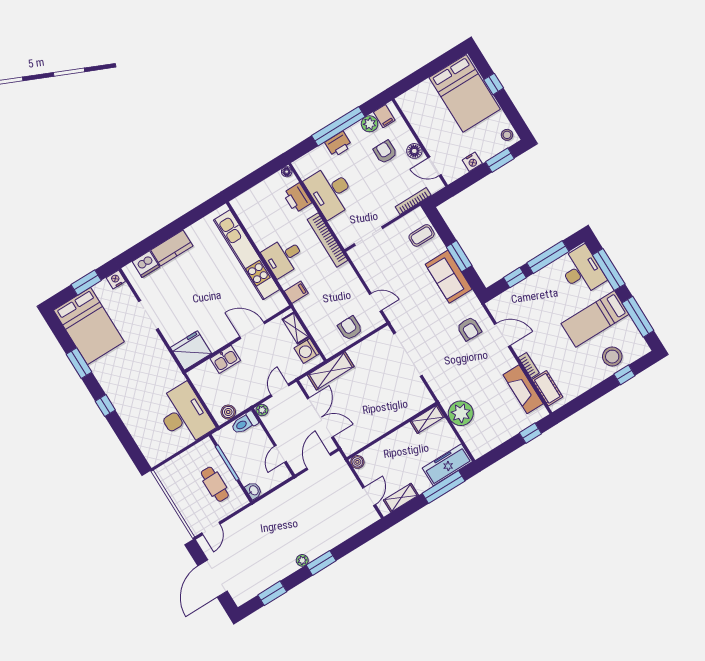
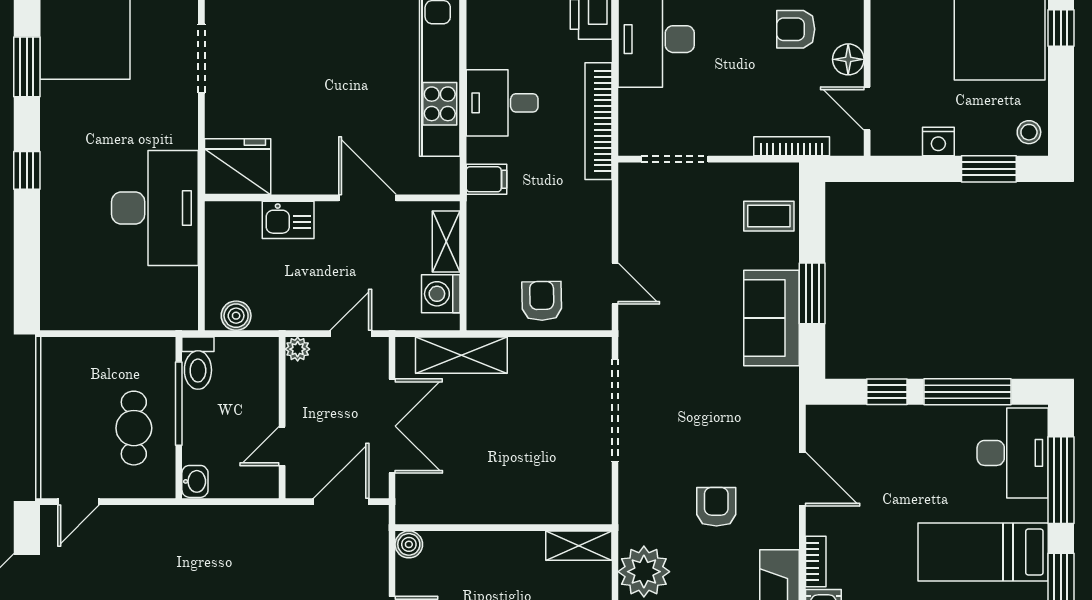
armchair: (385, 152) -> (796, 29), turned -90
armchair: (469, 329) -> (716, 507), moved, turned 180
desk: (184, 415) -> (155, 208), moved
toilet: (244, 423) -> (198, 363), moved, turned -90

